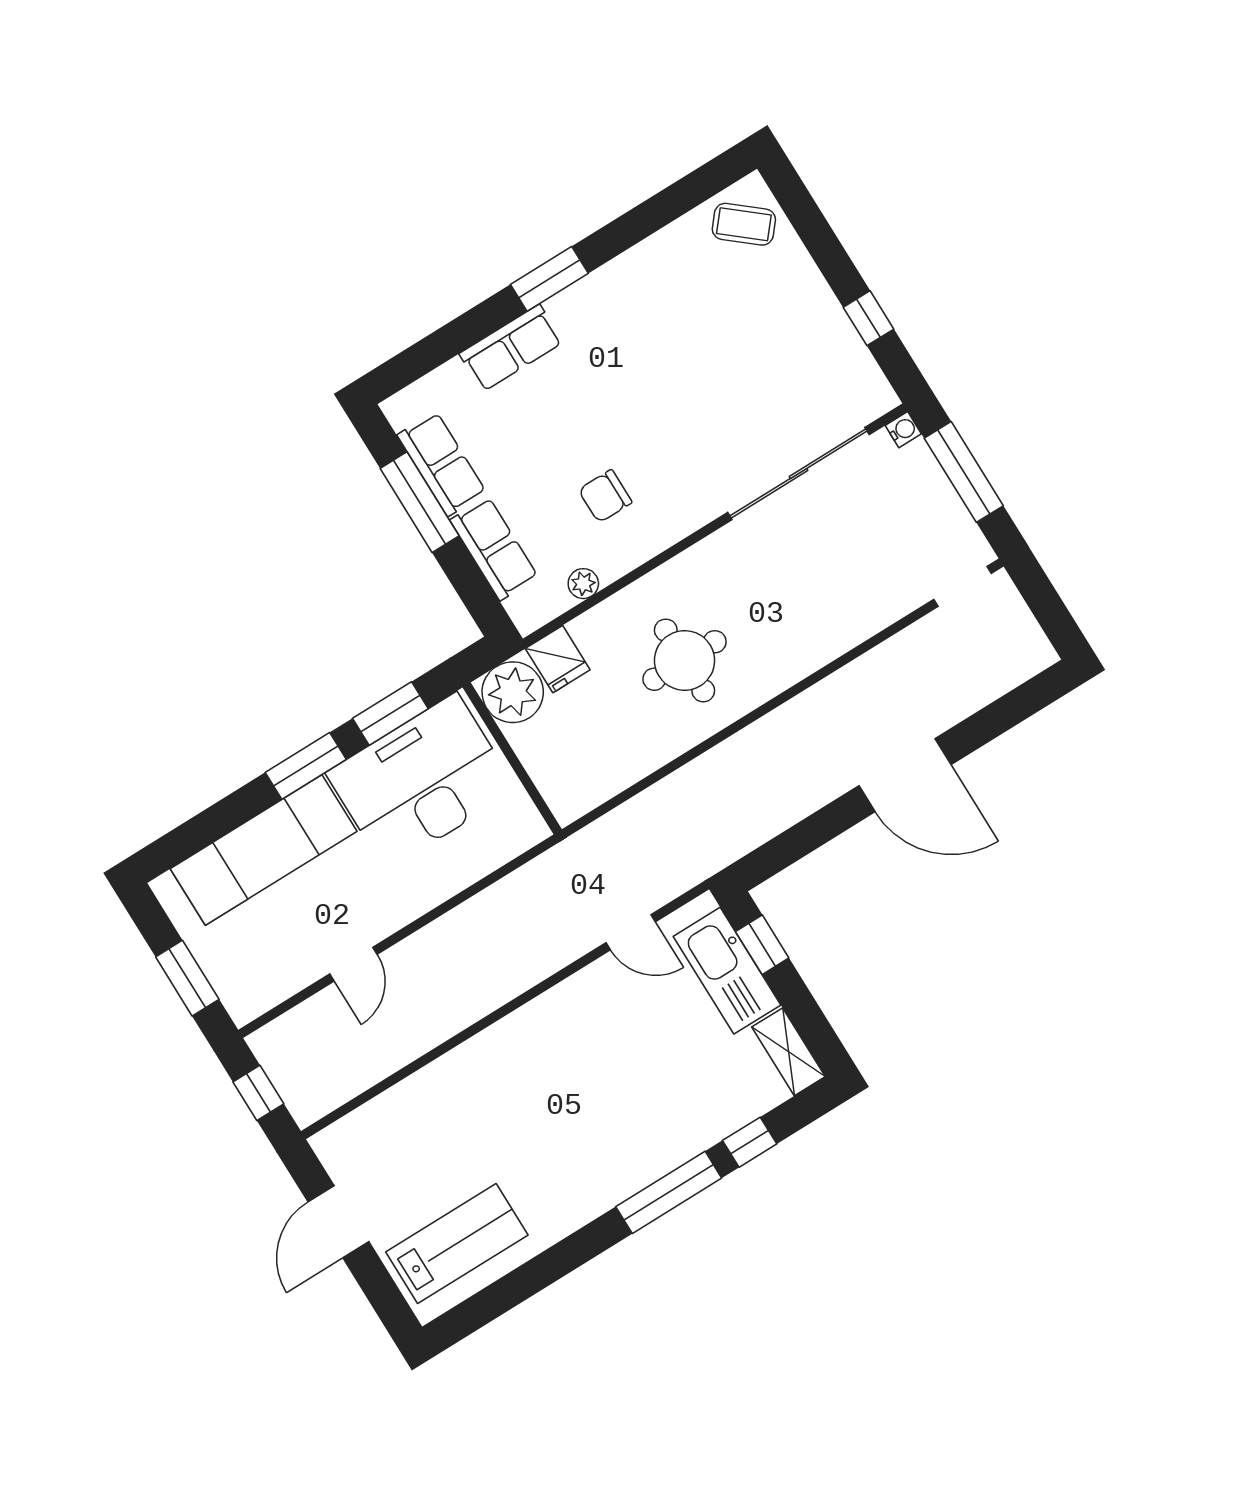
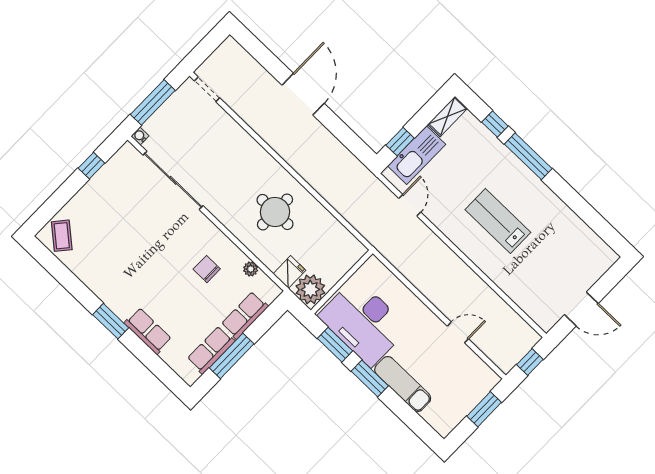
chair: (605, 496) -> (207, 269), turned 180
exam couch: (264, 850) -> (403, 384), width x0.73, depth x0.69
lab bench: (457, 1243) -> (498, 221), moved

